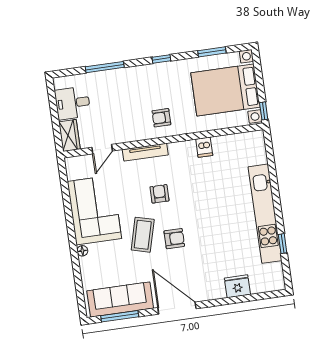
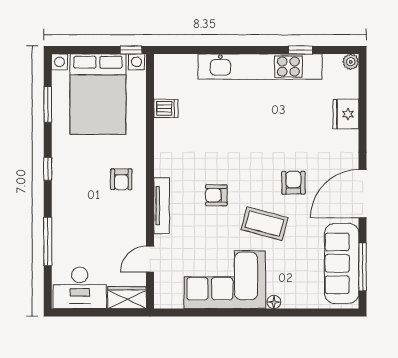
desk: (73, 103) -> (80, 288), width x1.37
dishwasher: (204, 147) -> (166, 108), moved
door: (102, 149) -> (150, 259), swing flipped
armchair: (174, 239) -> (293, 183), moved
plant: (279, 284) -> (351, 62), added

